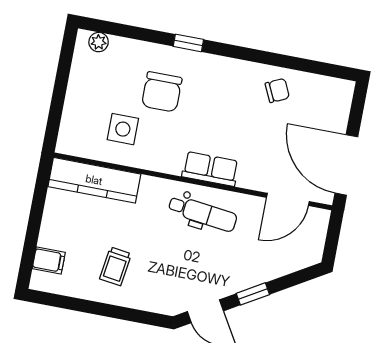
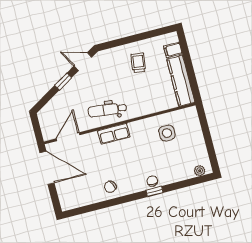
chair: (277, 90) -> (110, 187), moved
chair: (162, 92) -> (152, 181), moved, width x0.54, depth x0.54
kitchen counter: (94, 180) -> (181, 81), moved, turned -90

